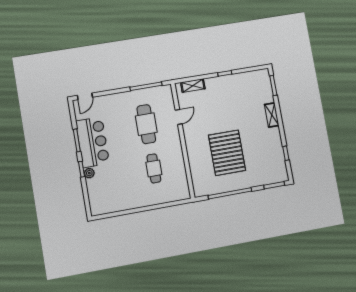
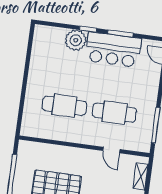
cafe table: (154, 168) -> (64, 106), width x1.37, depth x1.35
plant: (89, 173) -> (76, 40), width x1.87, depth x1.87

